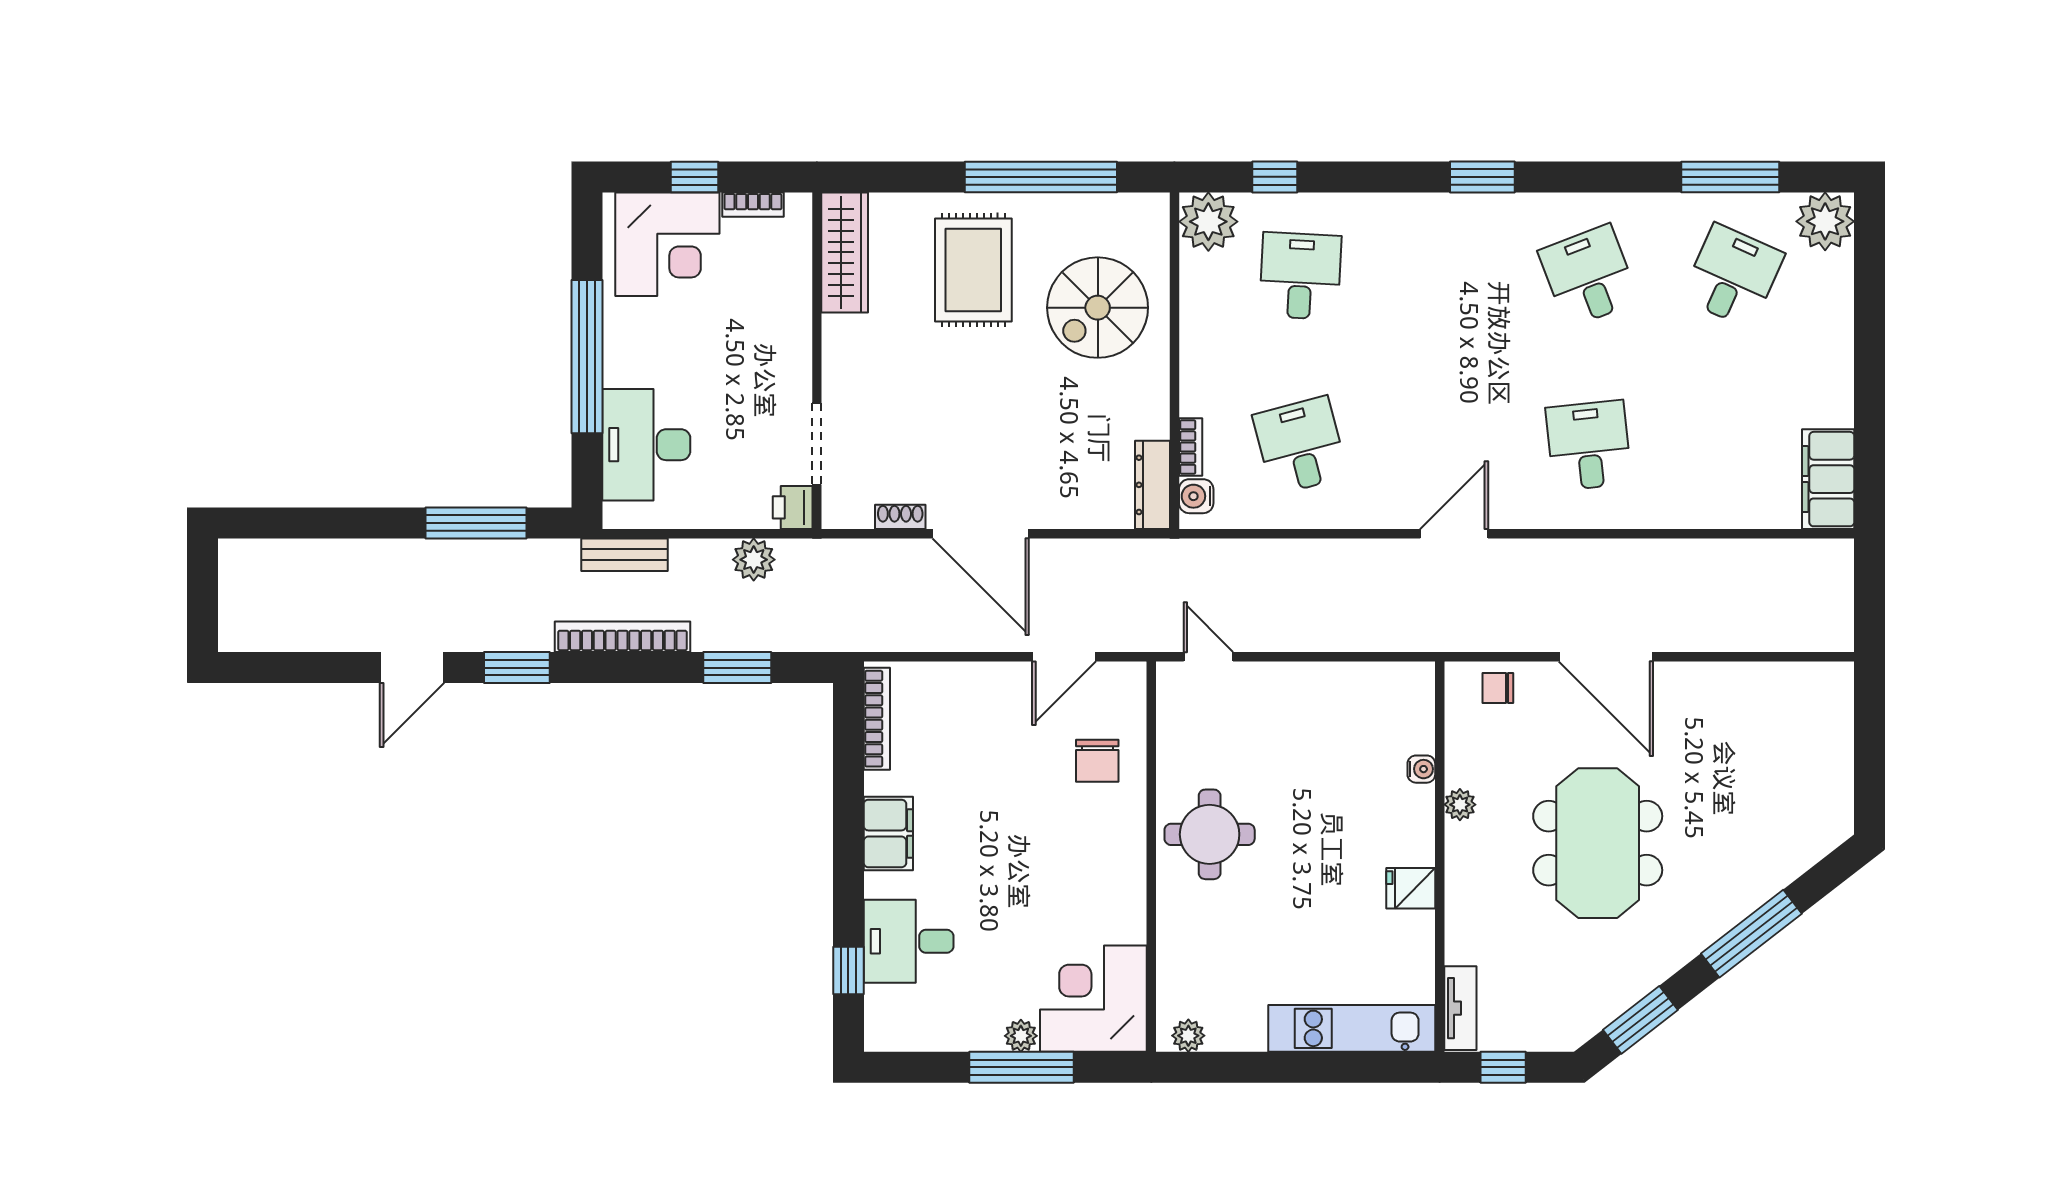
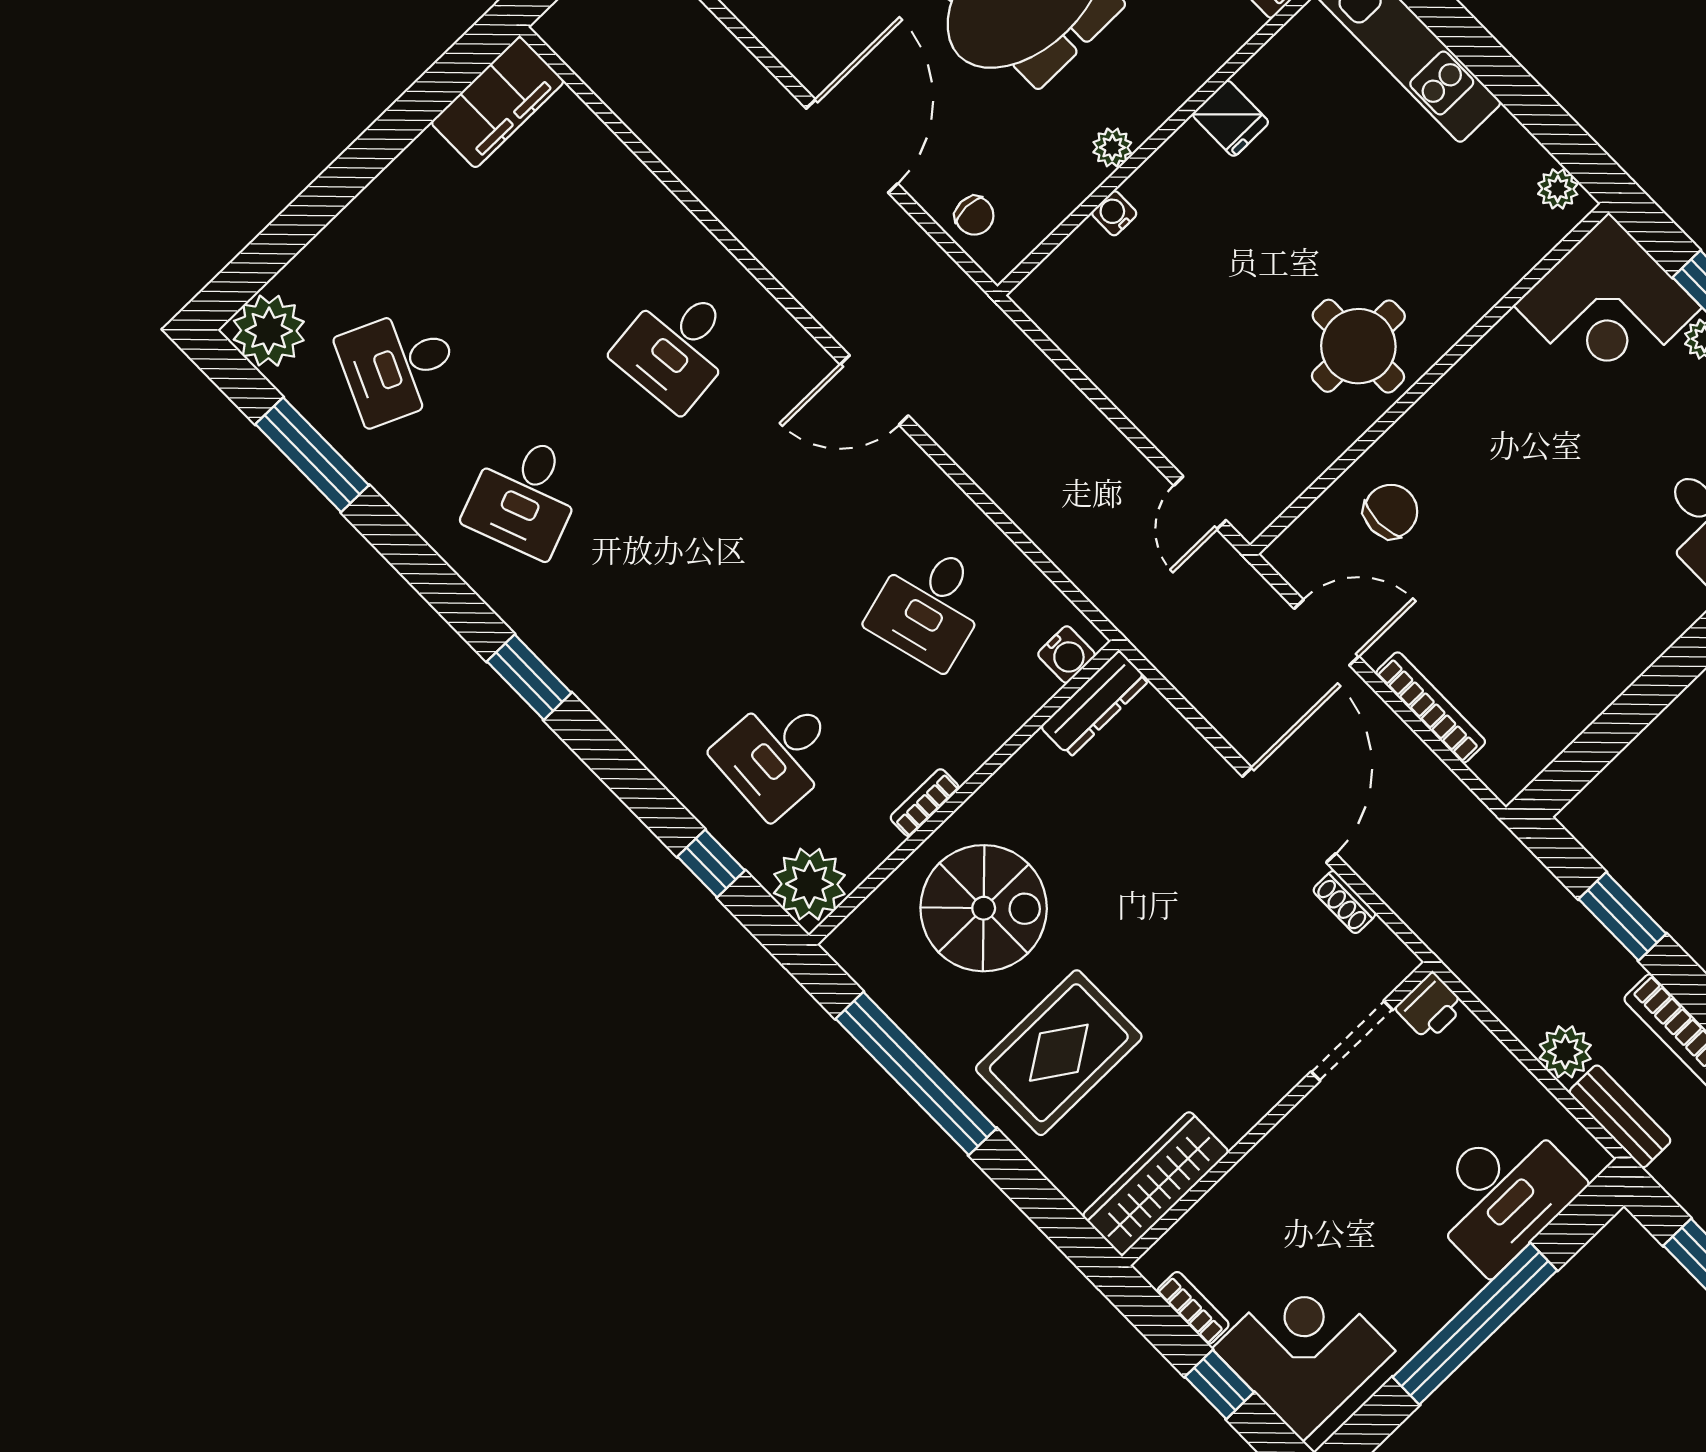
bookcase: (1191, 447) -> (925, 803), moved
plant: (754, 560) -> (1565, 1052), moved
bookcase: (877, 719) -> (1431, 707), moved, turned 90
filing cabinet: (888, 833) -> (1639, 635), removed

